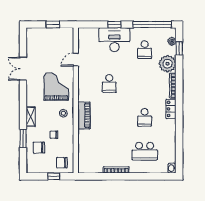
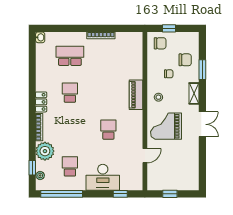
window: (114, 24) -> (120, 194), moved
double door: (23, 69) -> (202, 124), moved
grand piano: (56, 87) -> (166, 126), turned 90

